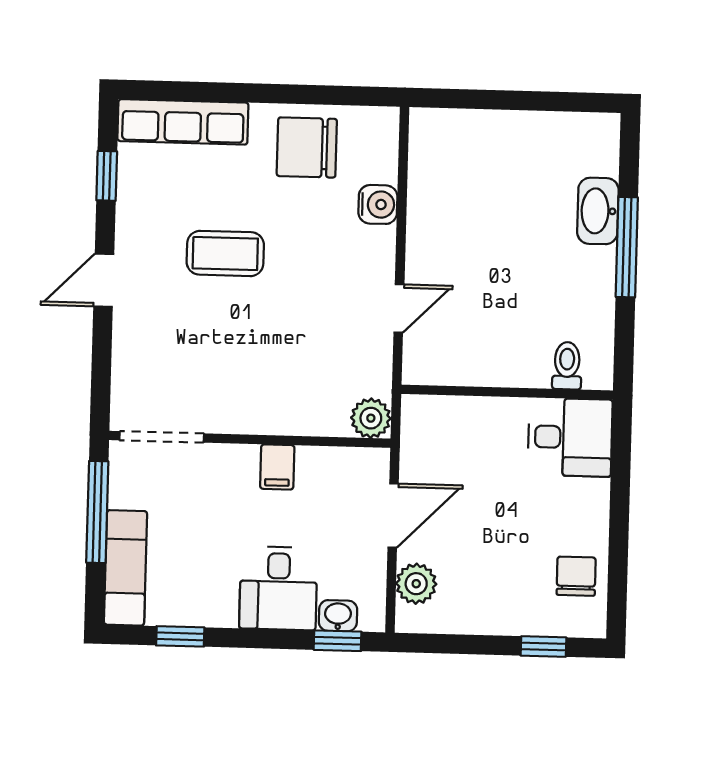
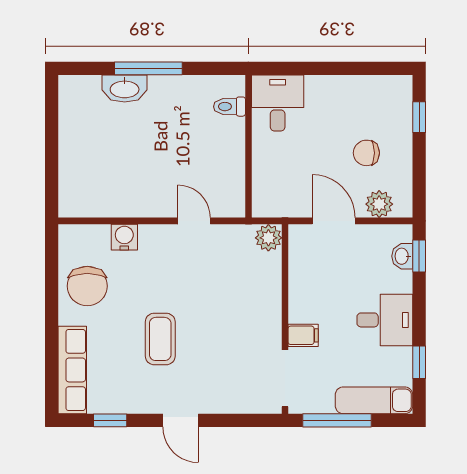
filing cabinet: (277, 467) -> (303, 335), moved
chair: (576, 576) -> (366, 153), moved
desk: (278, 588) -> (385, 320), moved

